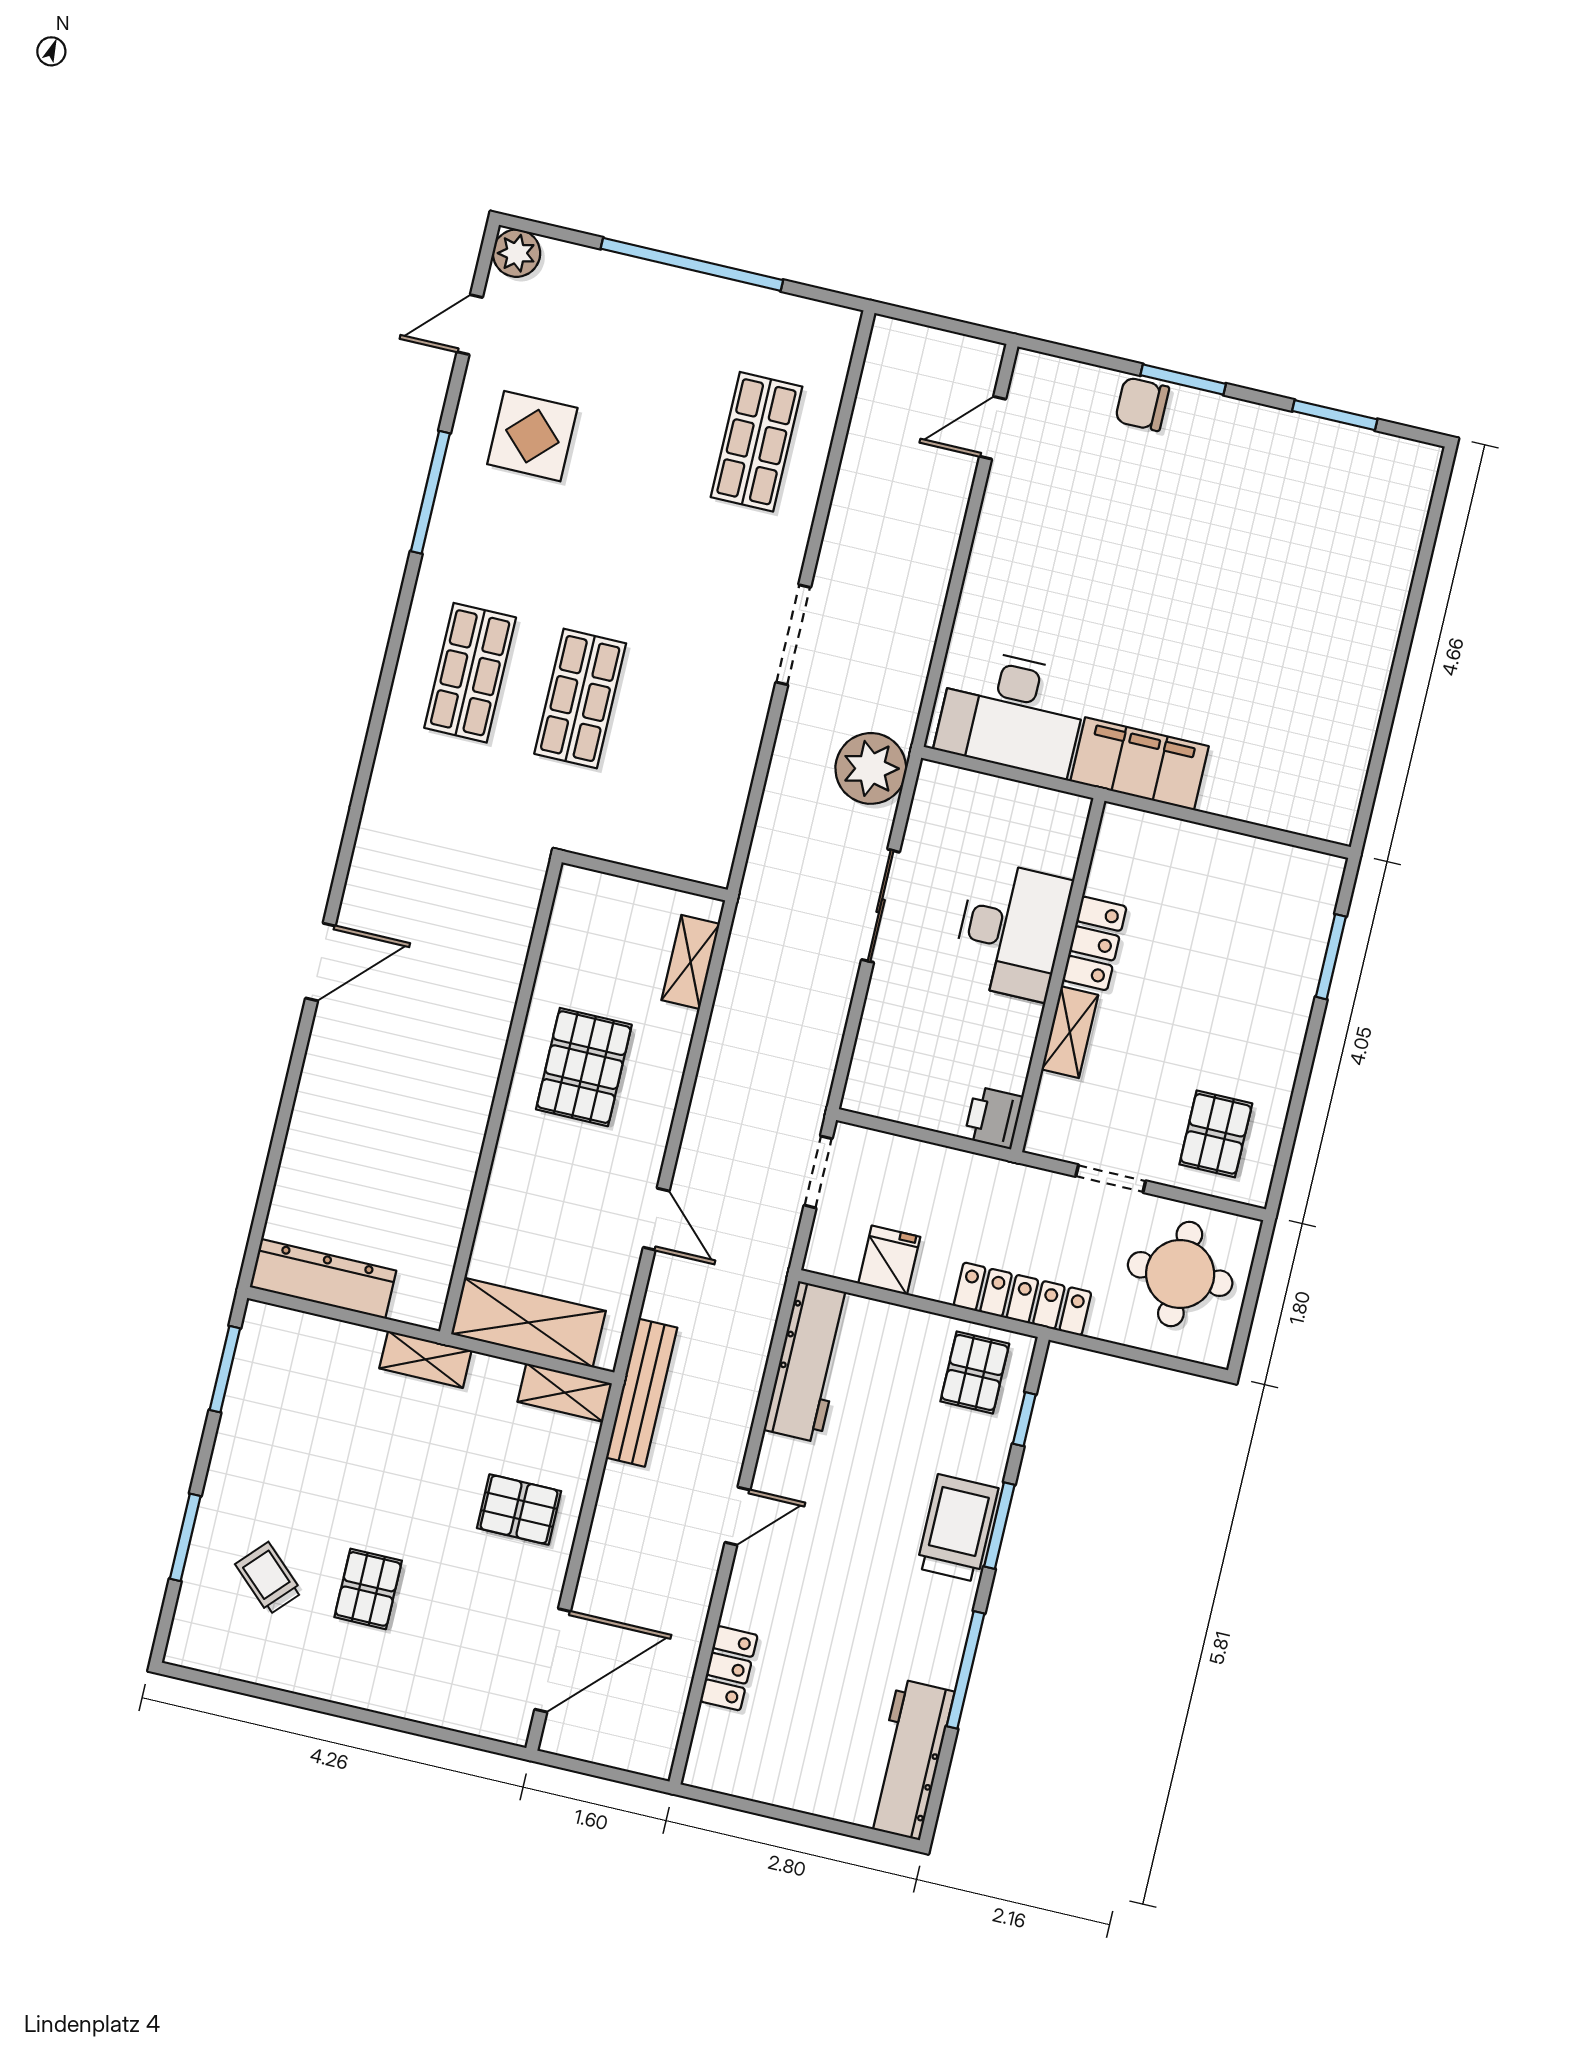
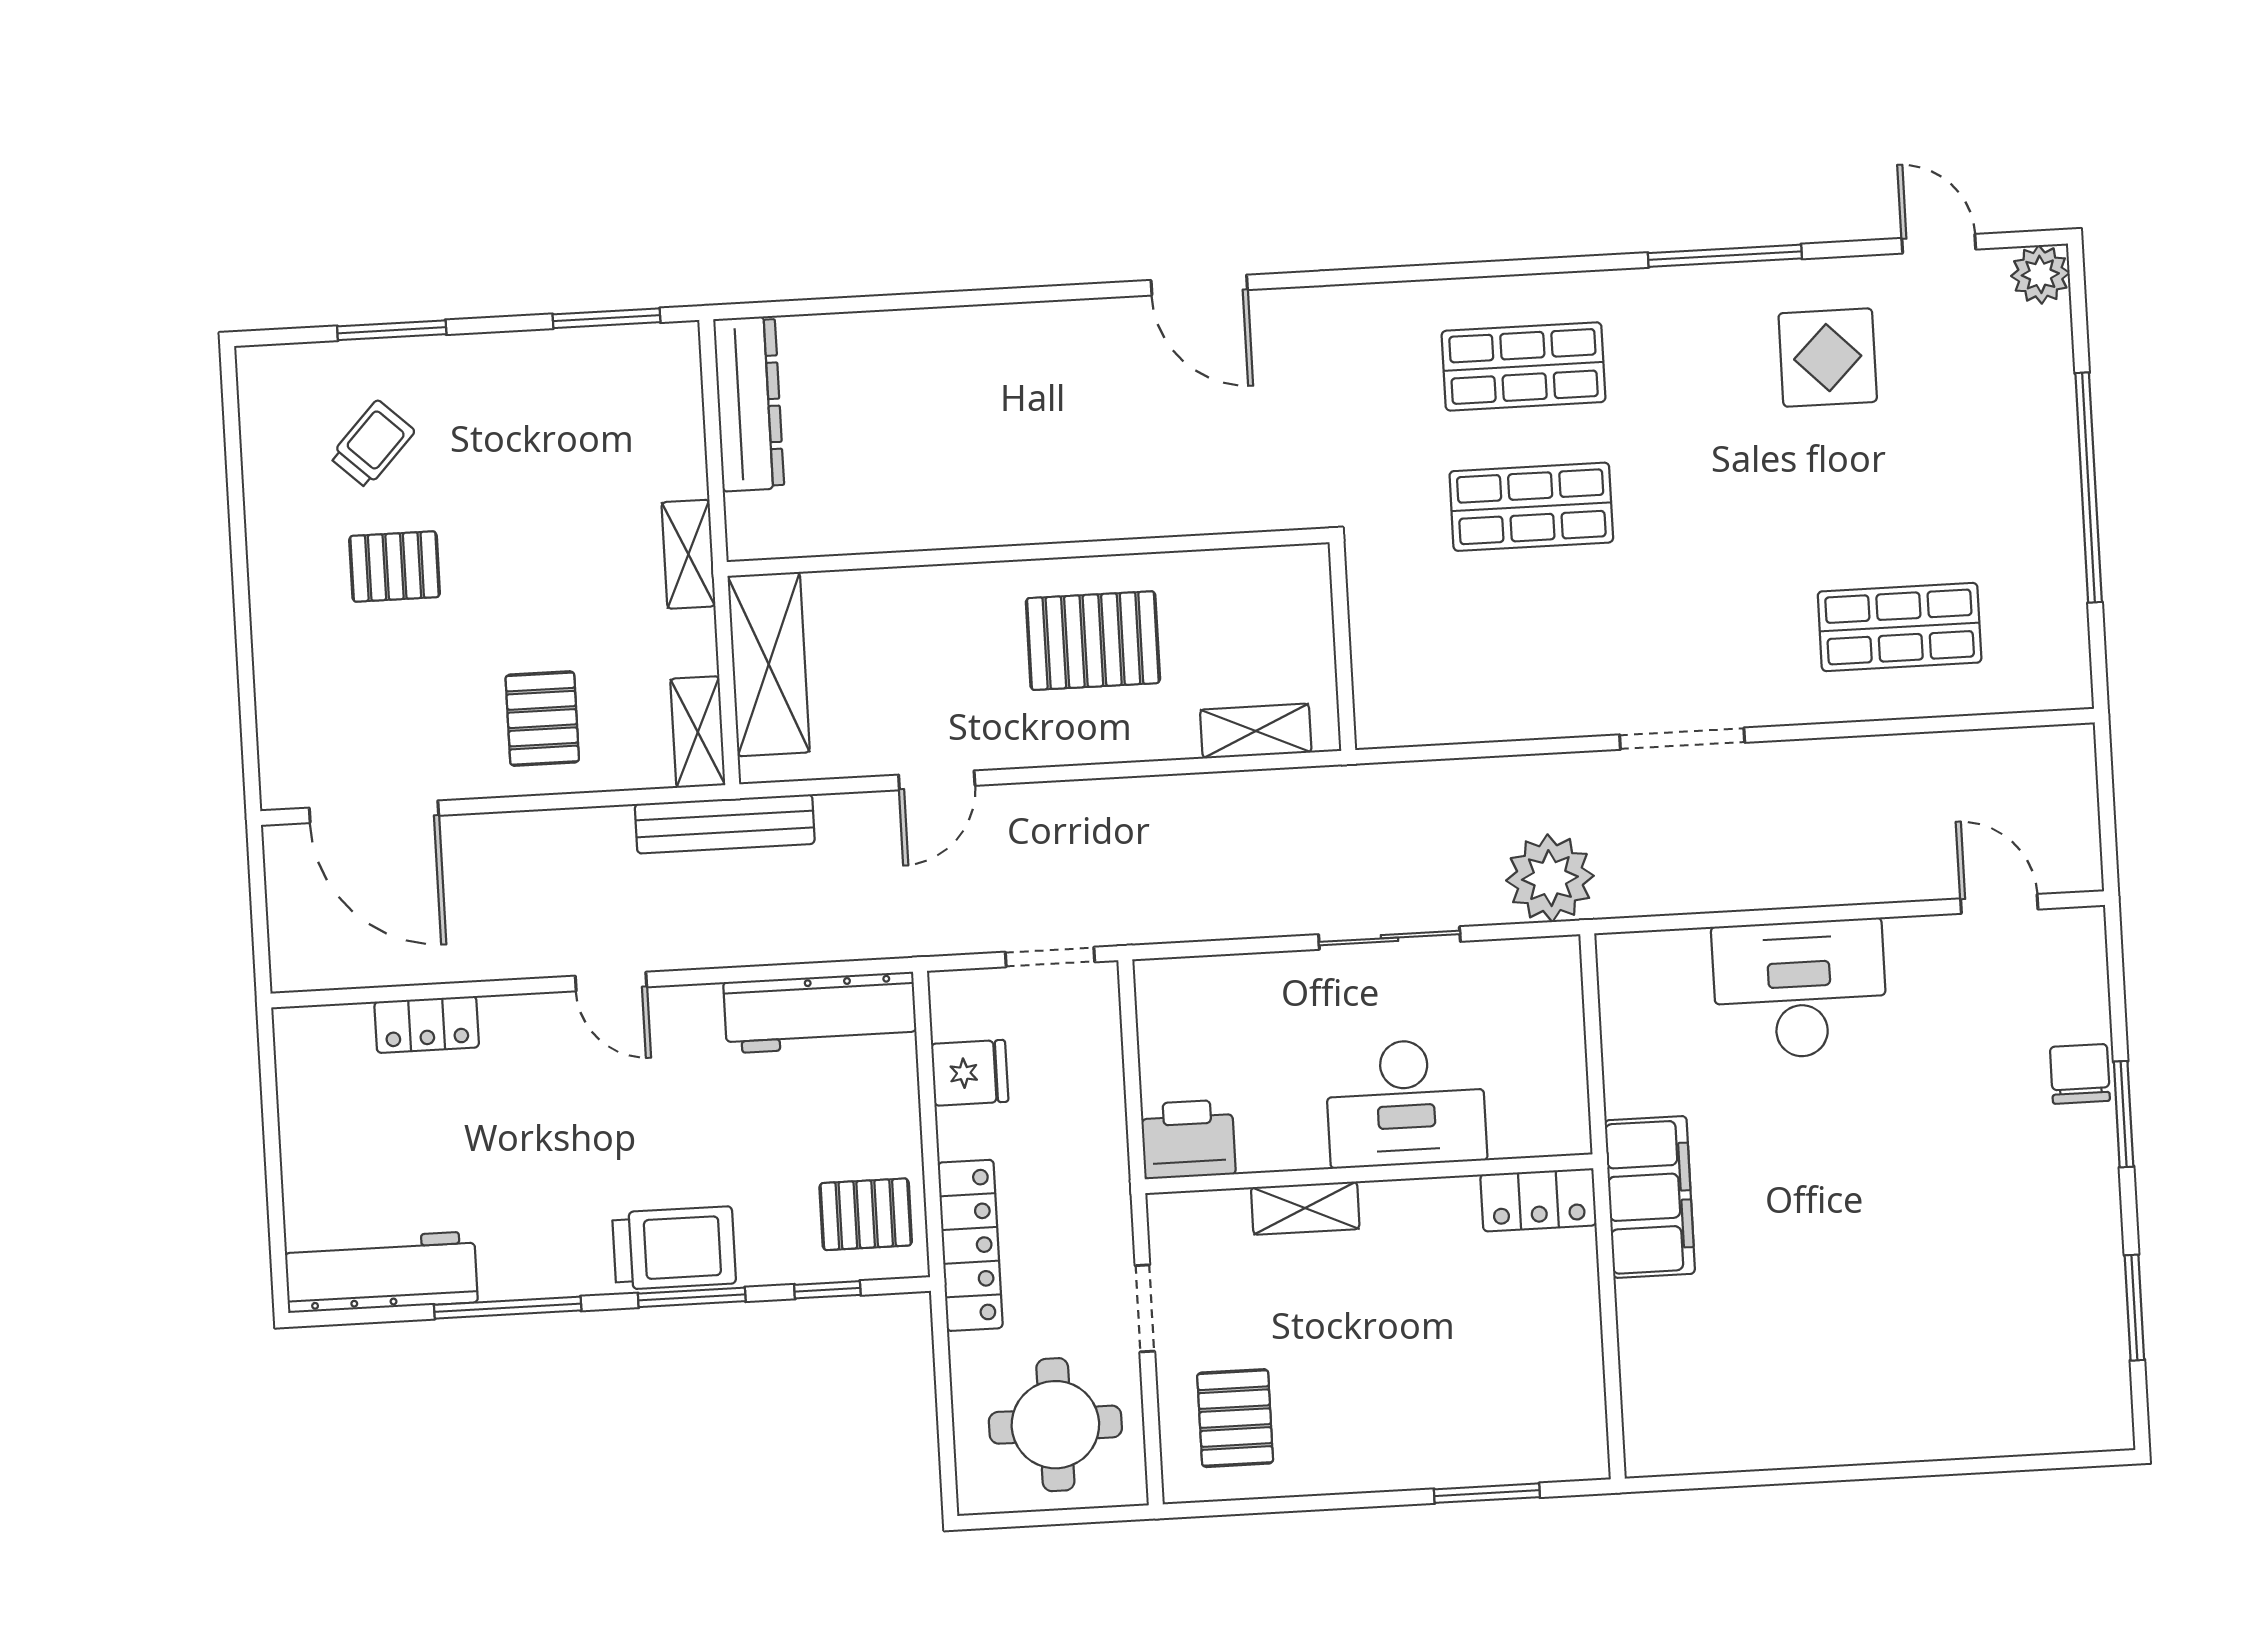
desk: (1012, 712) -> (1800, 989), moved, turned 90
locker: (1095, 943) -> (1538, 1200), moved
door: (320, 962) -> (1199, 285), moved
printer: (994, 1118) -> (1188, 1139), width x1.36, depth x1.24
pallet: (1216, 1134) -> (1235, 1418), turned 90

